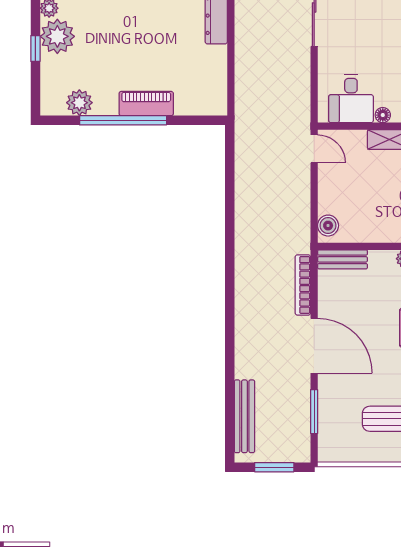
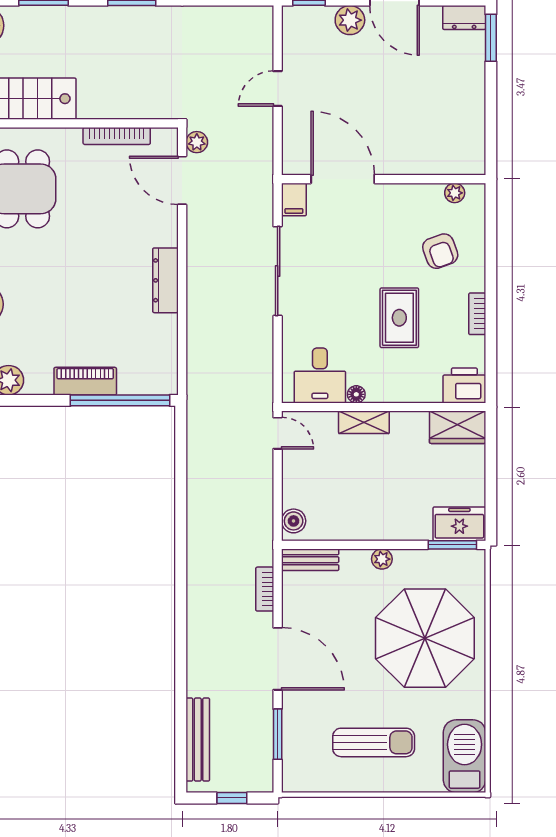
window: (123, 120) -> (120, 400), moved
bookcase: (303, 285) -> (265, 589), width x0.64
window: (274, 467) -> (232, 798), width x0.67

